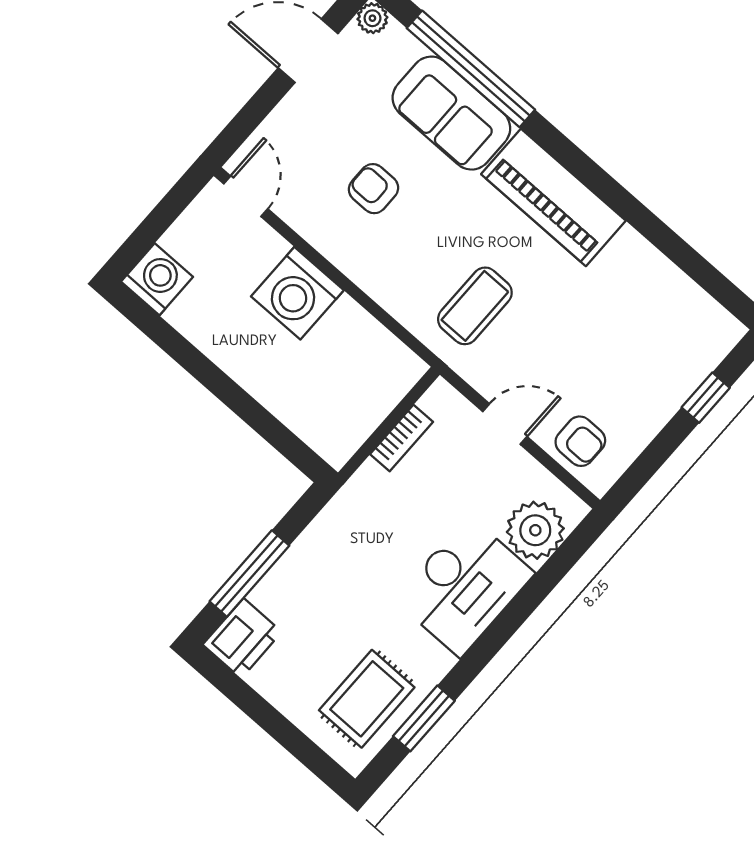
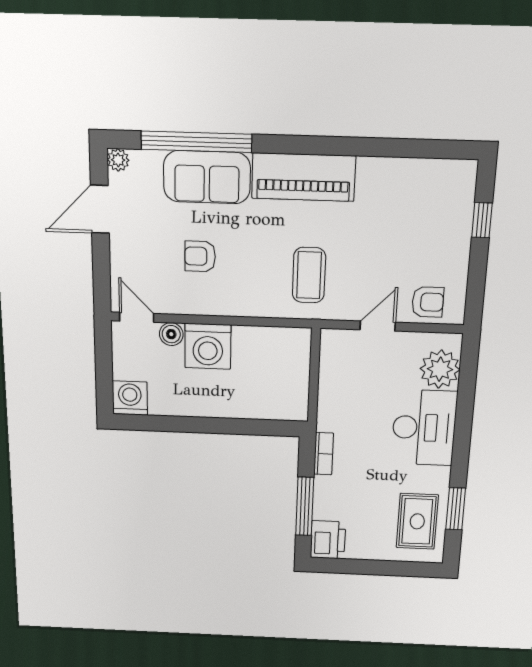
boiler: (268, 246) -> (171, 334), added
bookcase: (402, 438) -> (324, 454), moved

